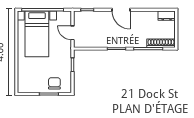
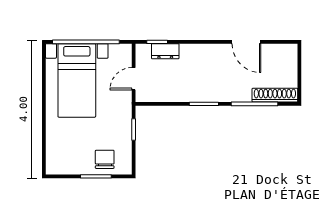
door: (121, 10) -> (246, 42), moved
dresser: (167, 16) -> (165, 51), moved
door: (73, 33) -> (134, 79), hinge flipped

